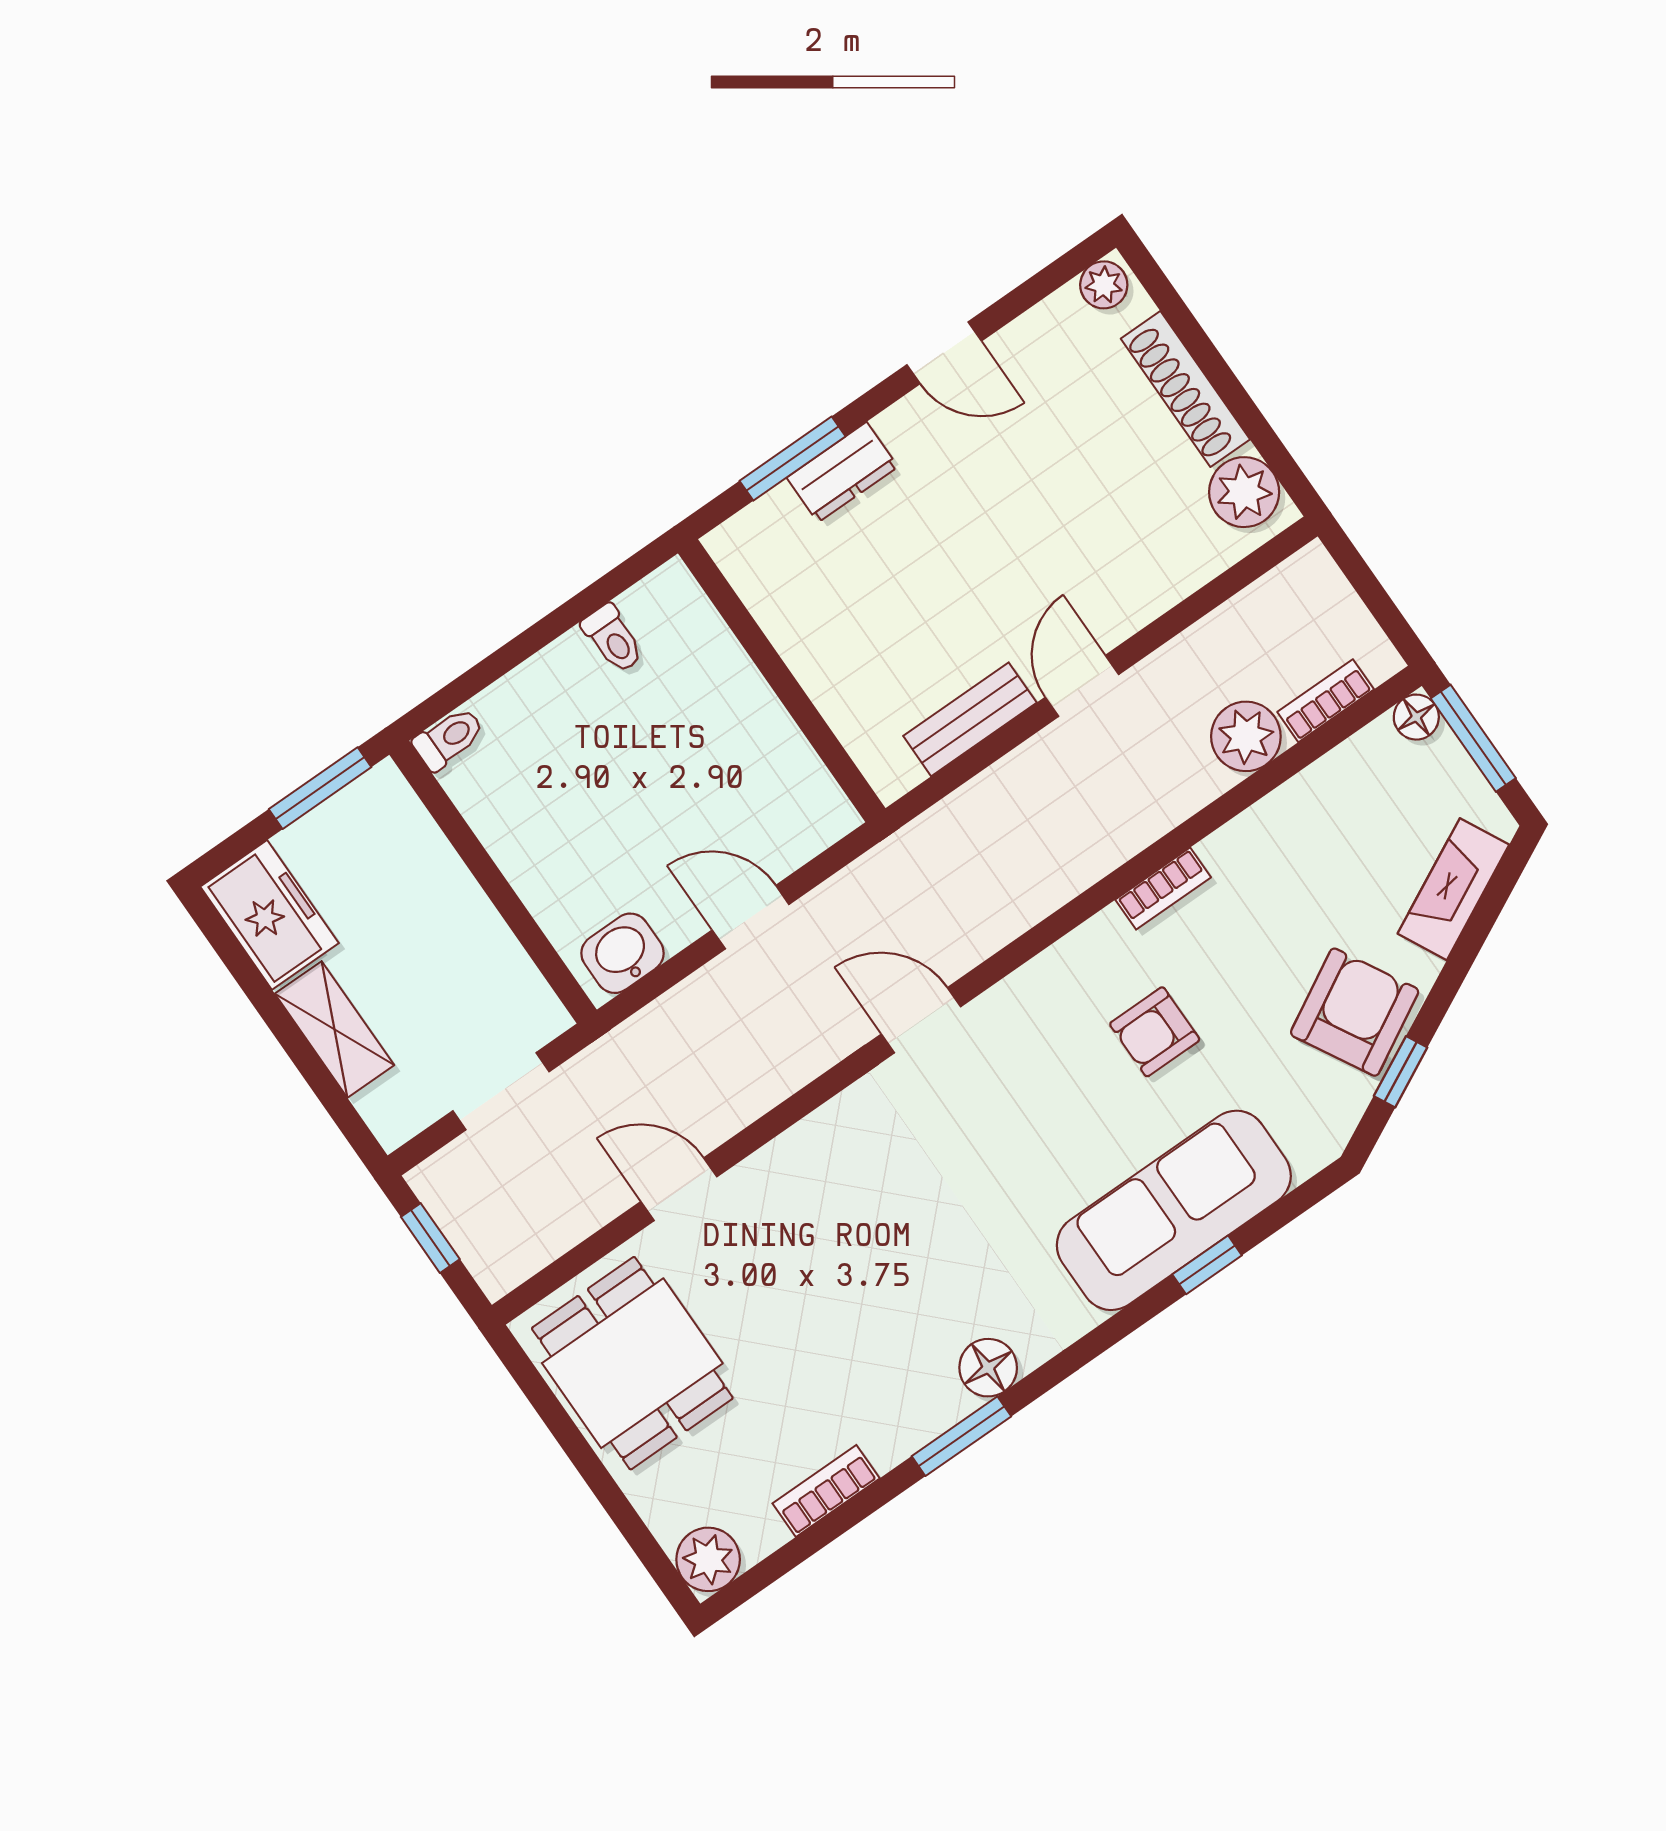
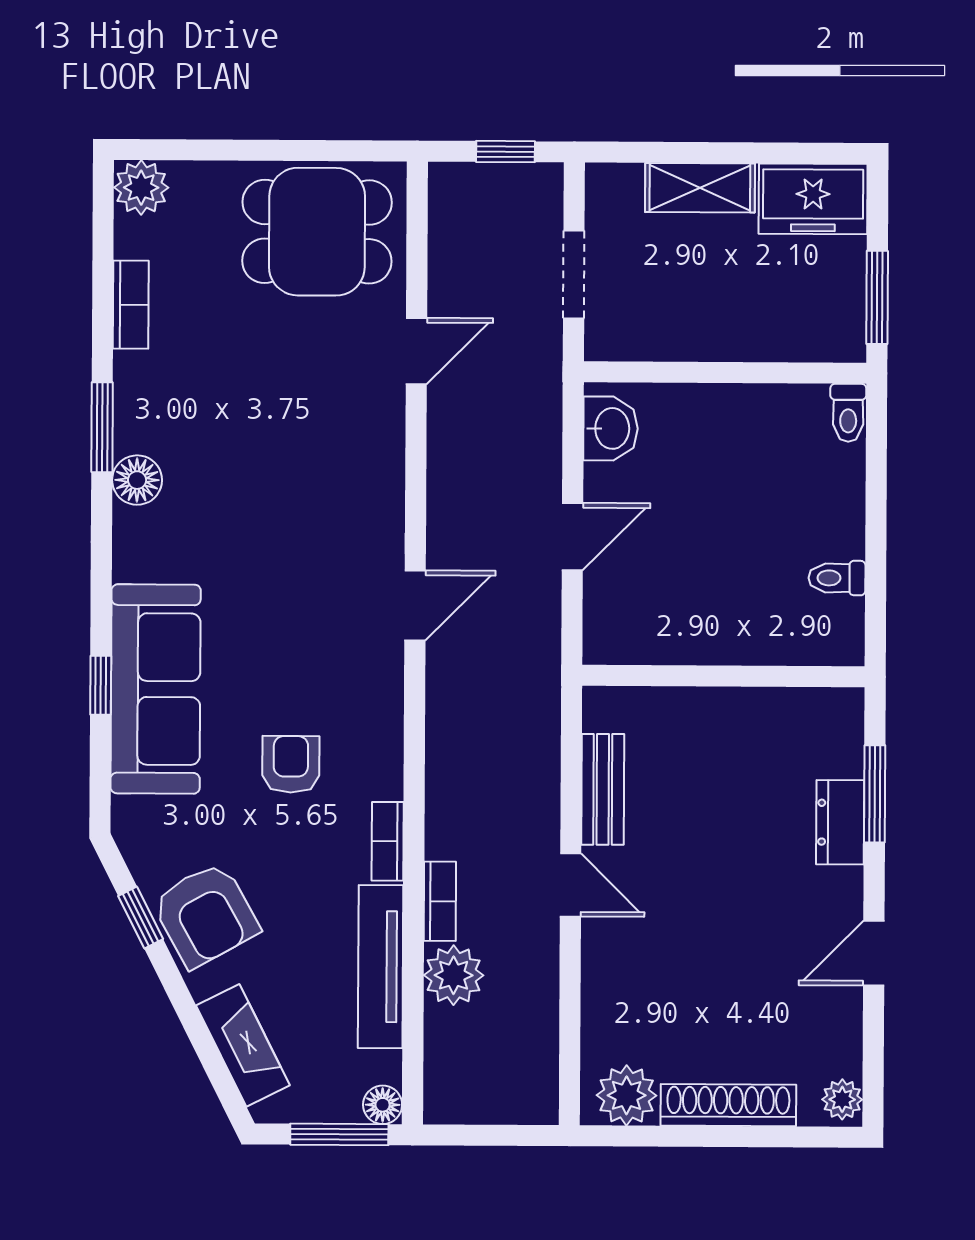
bookcase: (1326, 701) -> (440, 901), moved
tv unit: (1287, 811) -> (381, 967), added

